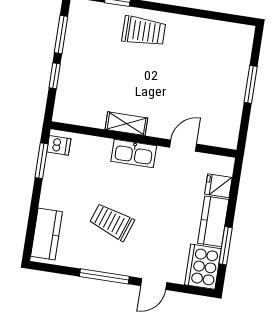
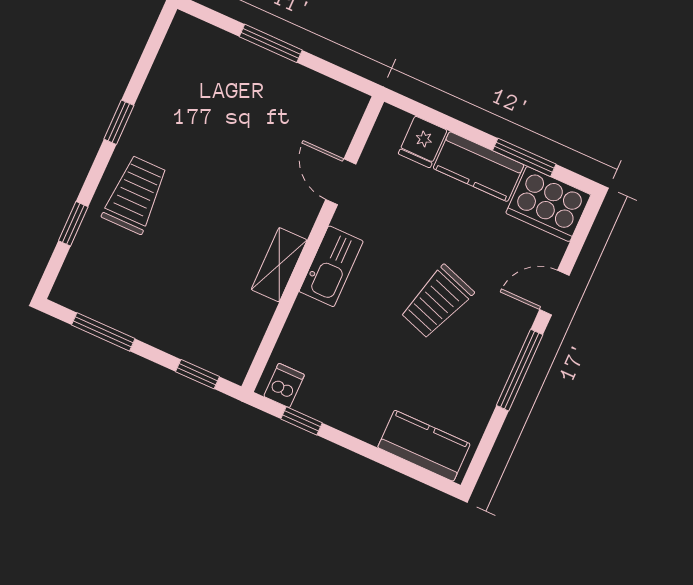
window: (182, 11) -> (119, 122), added
window: (55, 76) -> (198, 374), moved
window: (41, 161) -> (302, 421), width x0.67
trolley: (112, 222) -> (437, 302), moved
door: (154, 284) -> (554, 293), swing flipped

